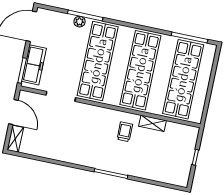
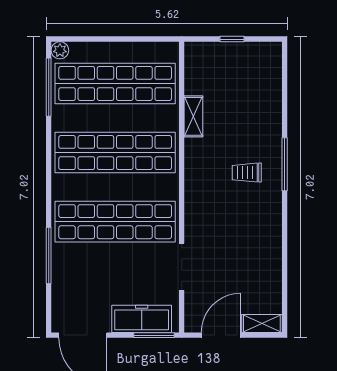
plant: (80, 22) -> (60, 50), moved
trolley: (125, 132) -> (247, 173), moved

